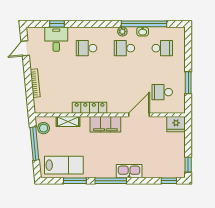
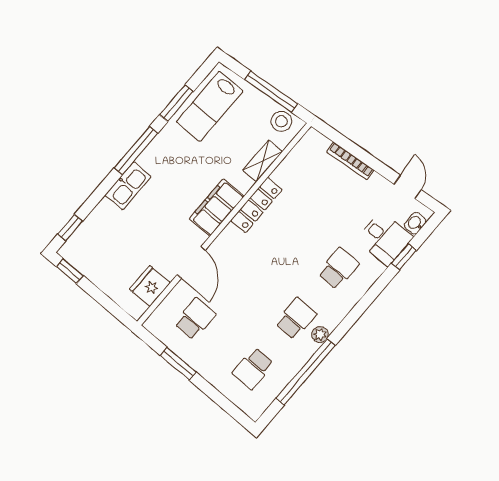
washbasin: (143, 31) -> (415, 223), moved
fridge: (176, 124) -> (150, 286), moved

